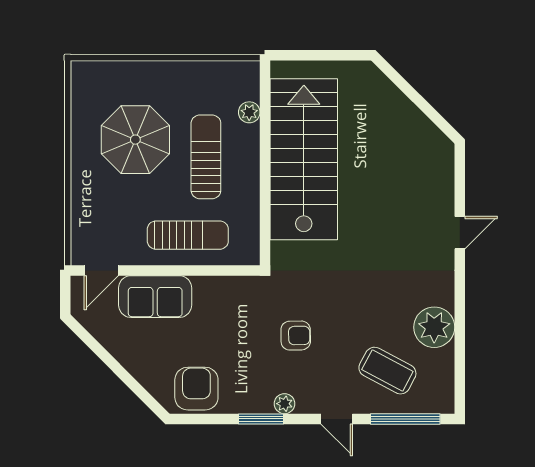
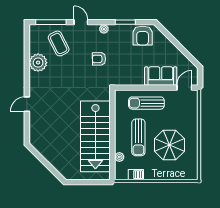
barbecue: (212, 72) -> (136, 175), added
coffee table: (387, 371) -> (59, 43), turned 35
window: (261, 419) -> (125, 22), moved

